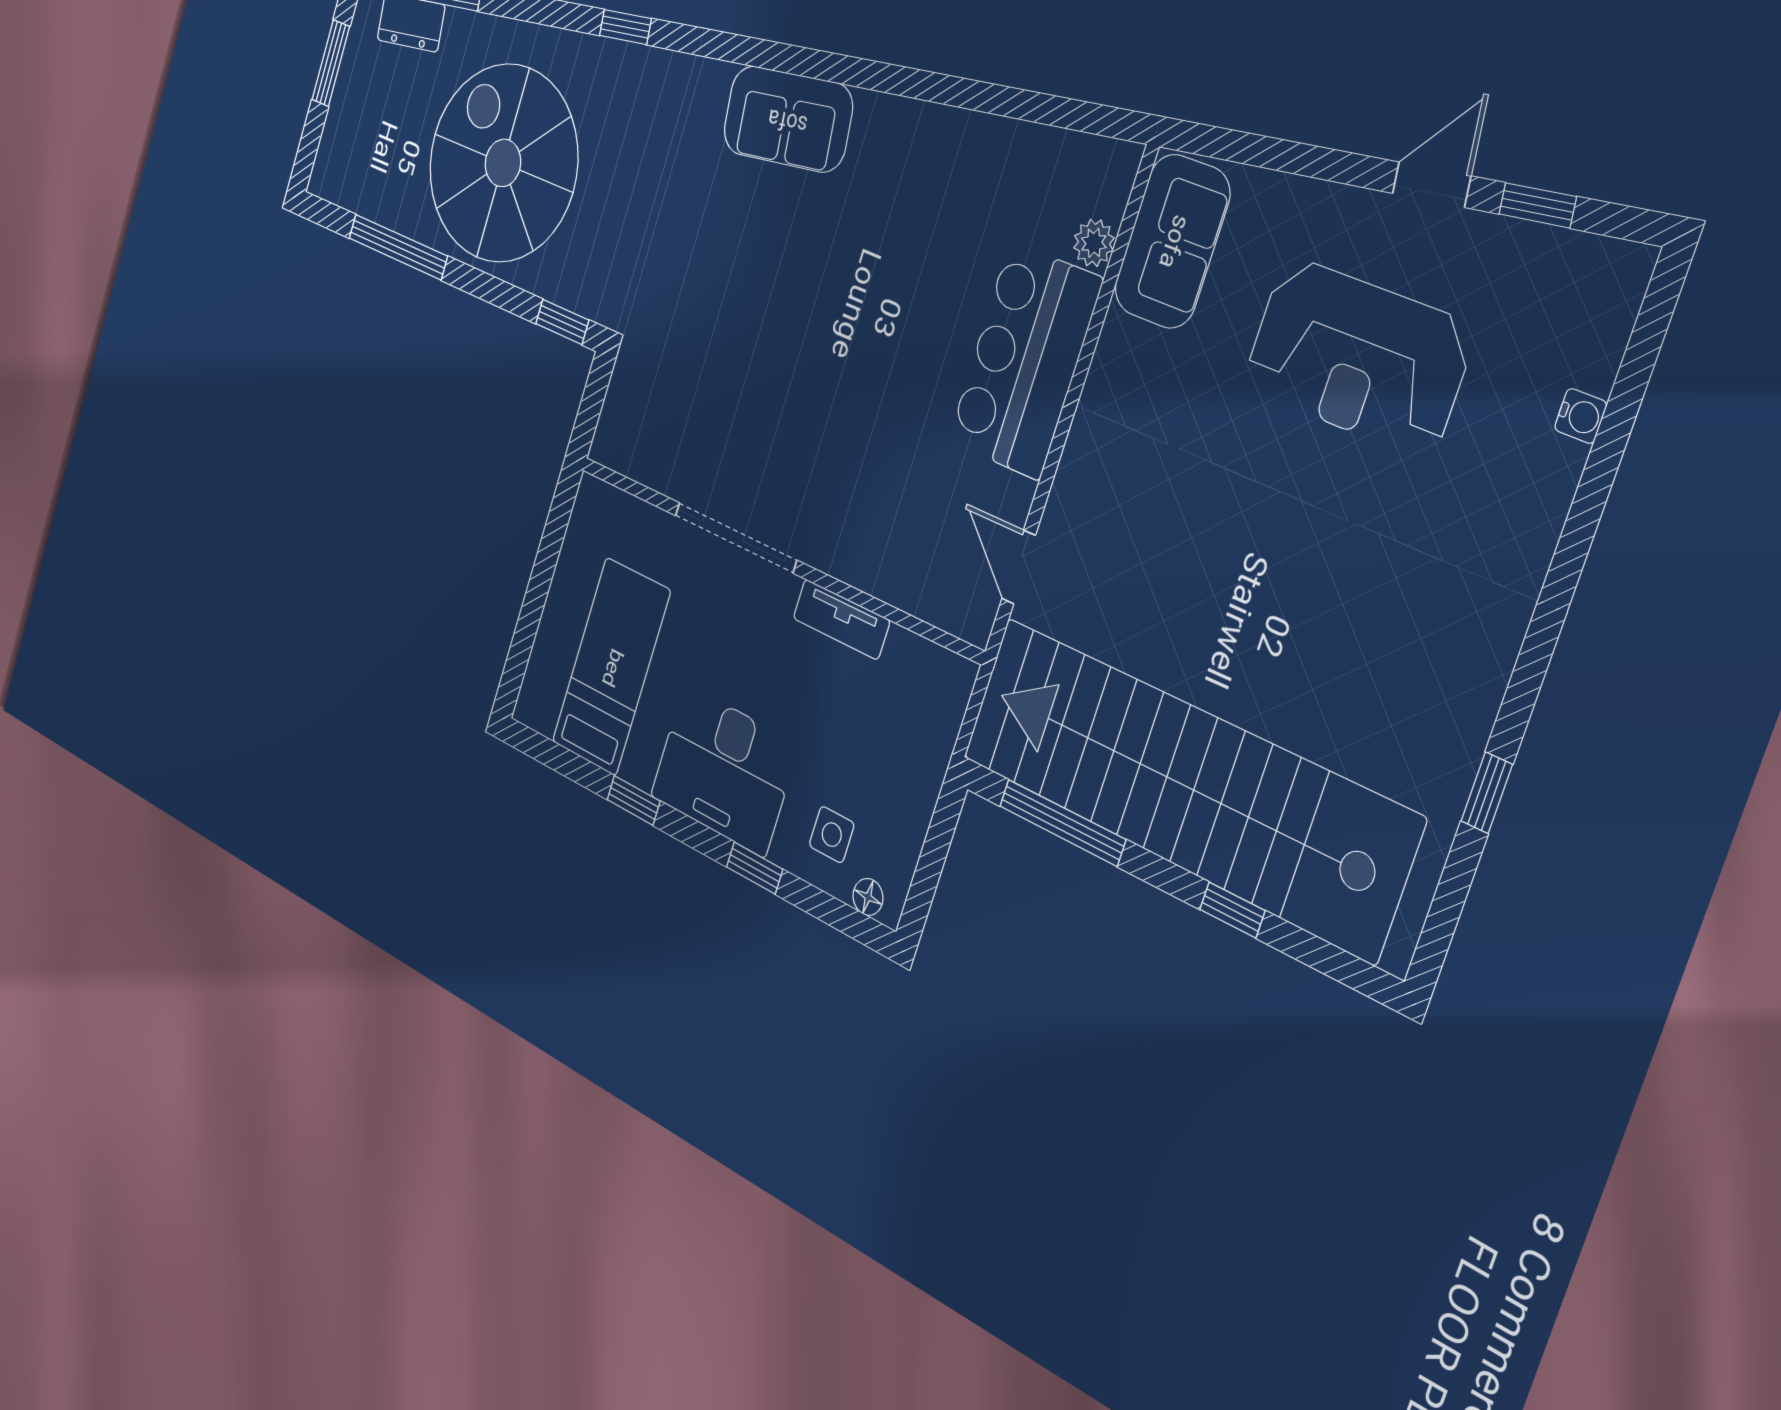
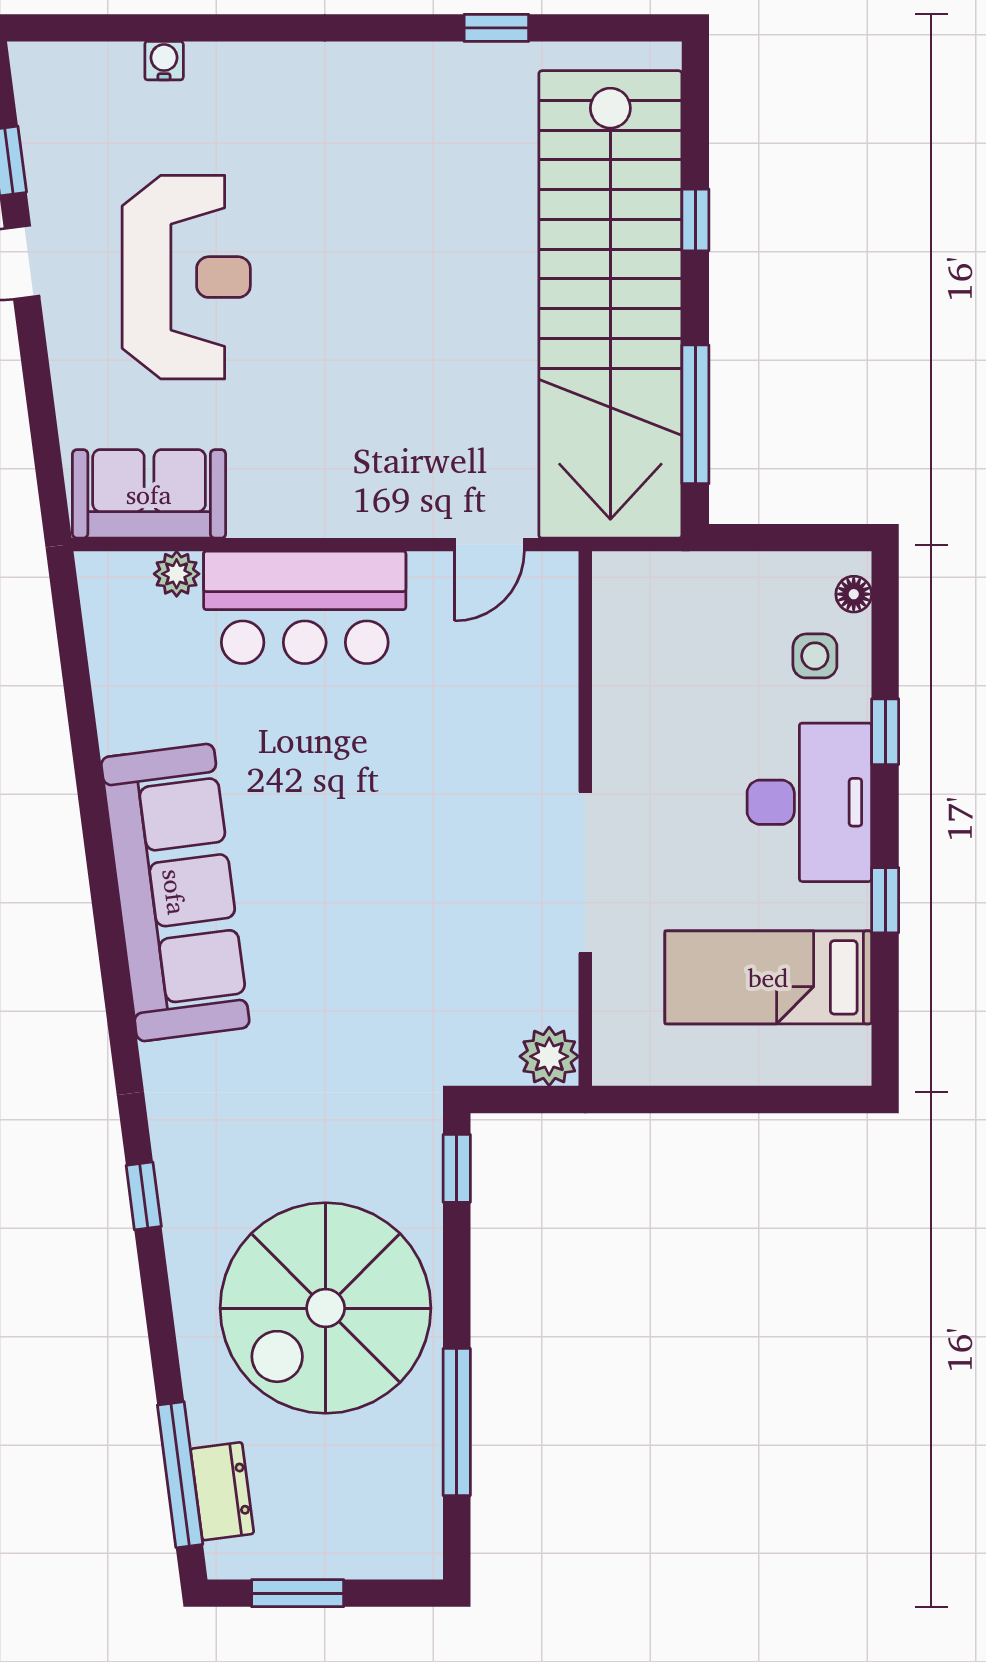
sofa: (788, 119) -> (175, 892), width x1.85, depth x1.27
plant: (614, 441) -> (549, 1056), added
tv unit: (841, 619) -> (613, 720), removed

